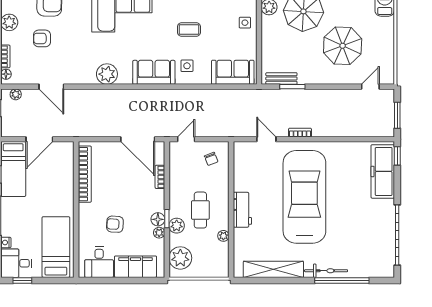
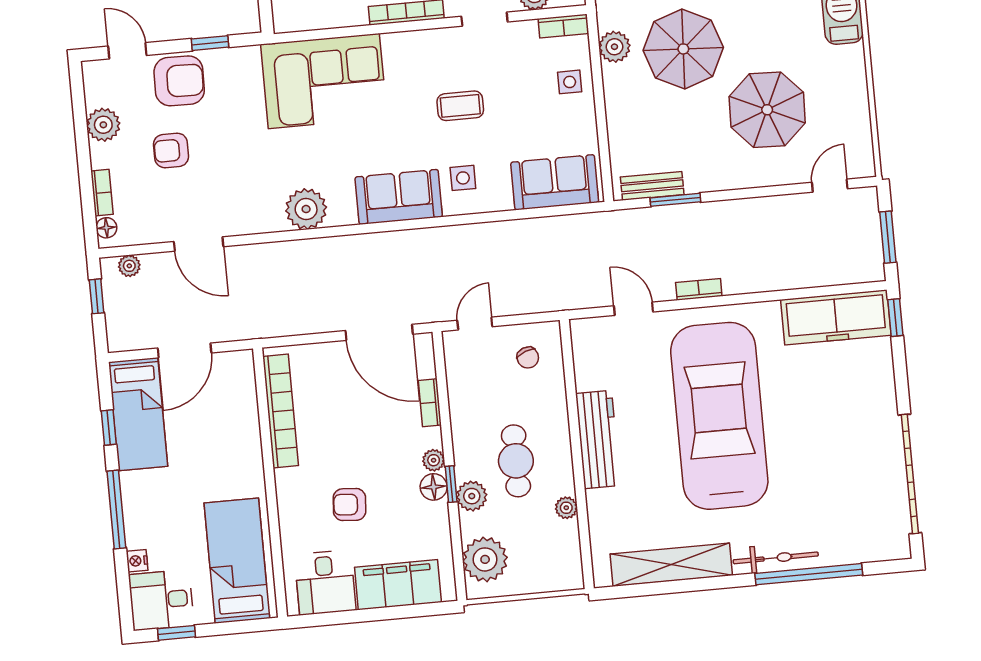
freezer: (383, 171) -> (836, 317), moved, turned -90
workbench: (242, 210) -> (598, 440), width x1.38
plant: (159, 233) -> (434, 460), moved

